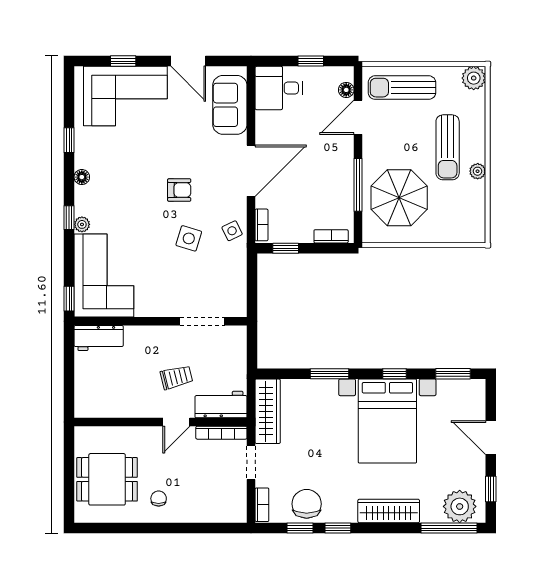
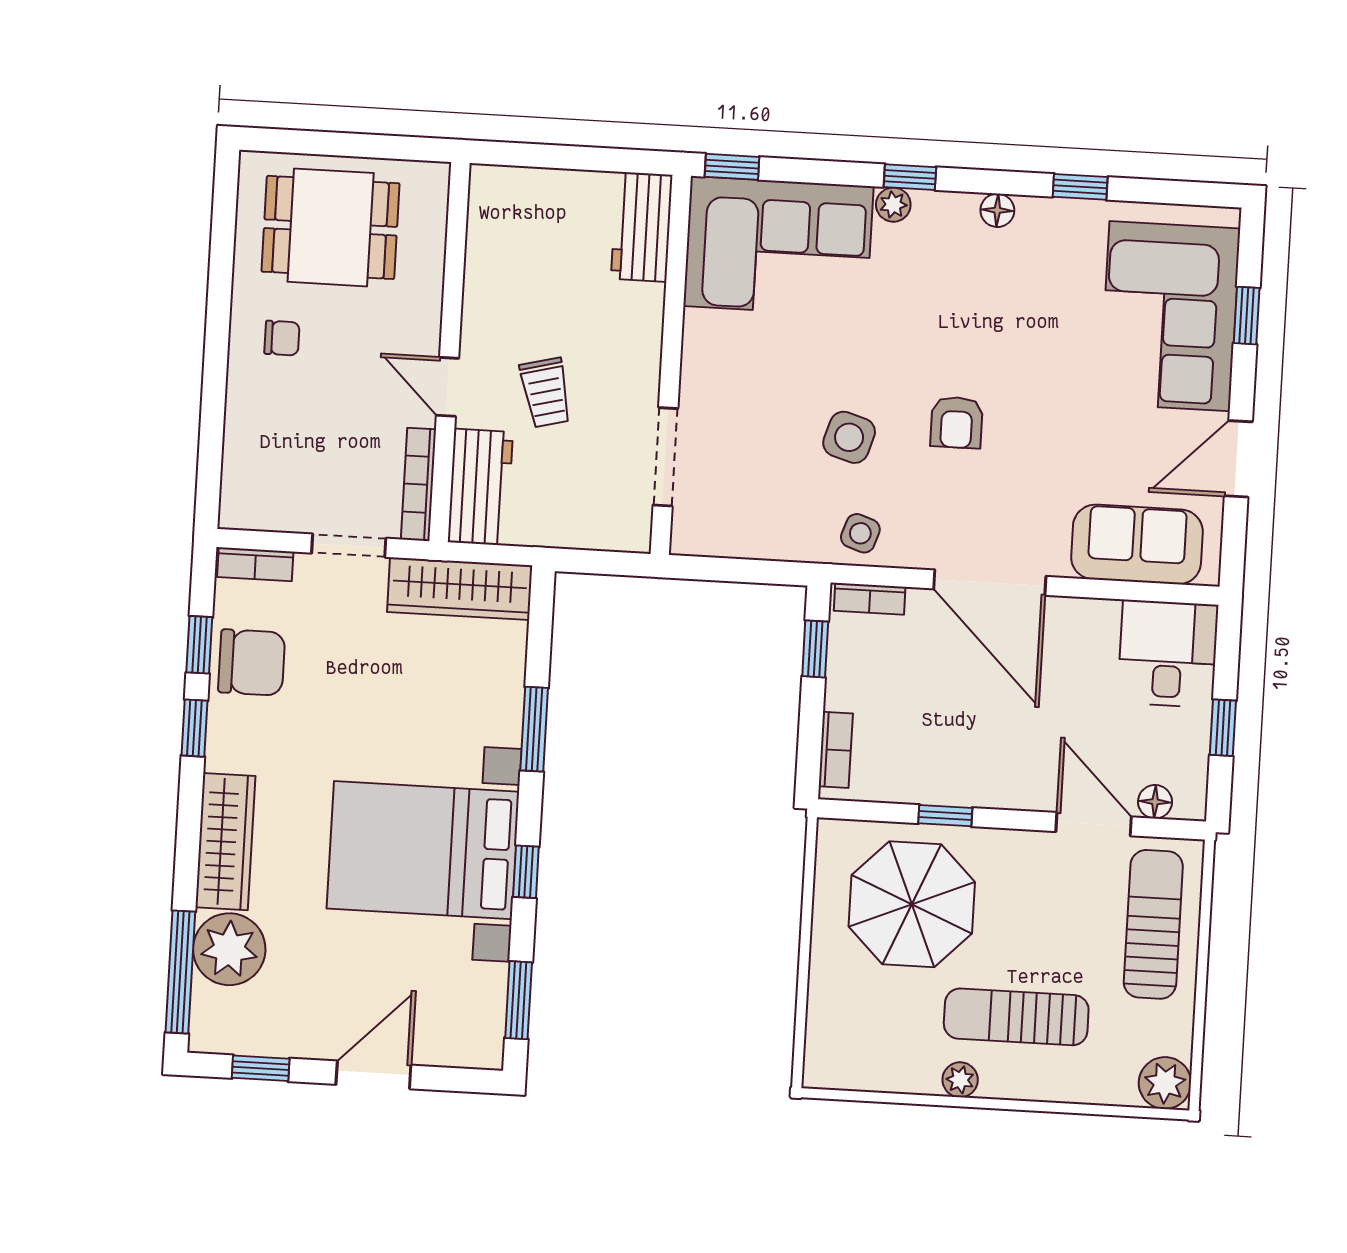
window: (358, 185) -> (945, 816), width x0.46
side table: (232, 231) -> (860, 533), turned 45
dining table: (107, 479) -> (331, 227), turned 90
plant: (460, 506) -> (229, 949), moved

